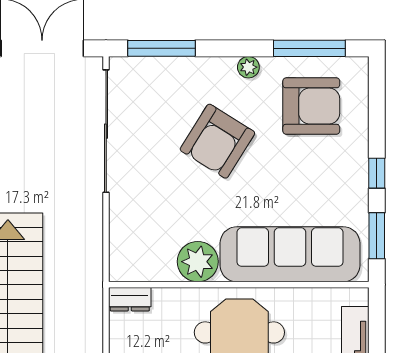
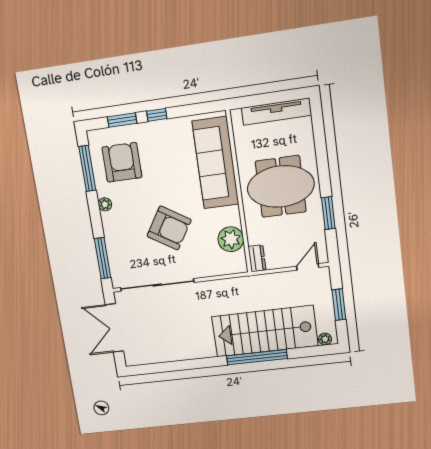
armchair: (217, 141) -> (169, 228), moved
window: (377, 236) -> (122, 120), moved
plant: (198, 262) -> (231, 239), moved

